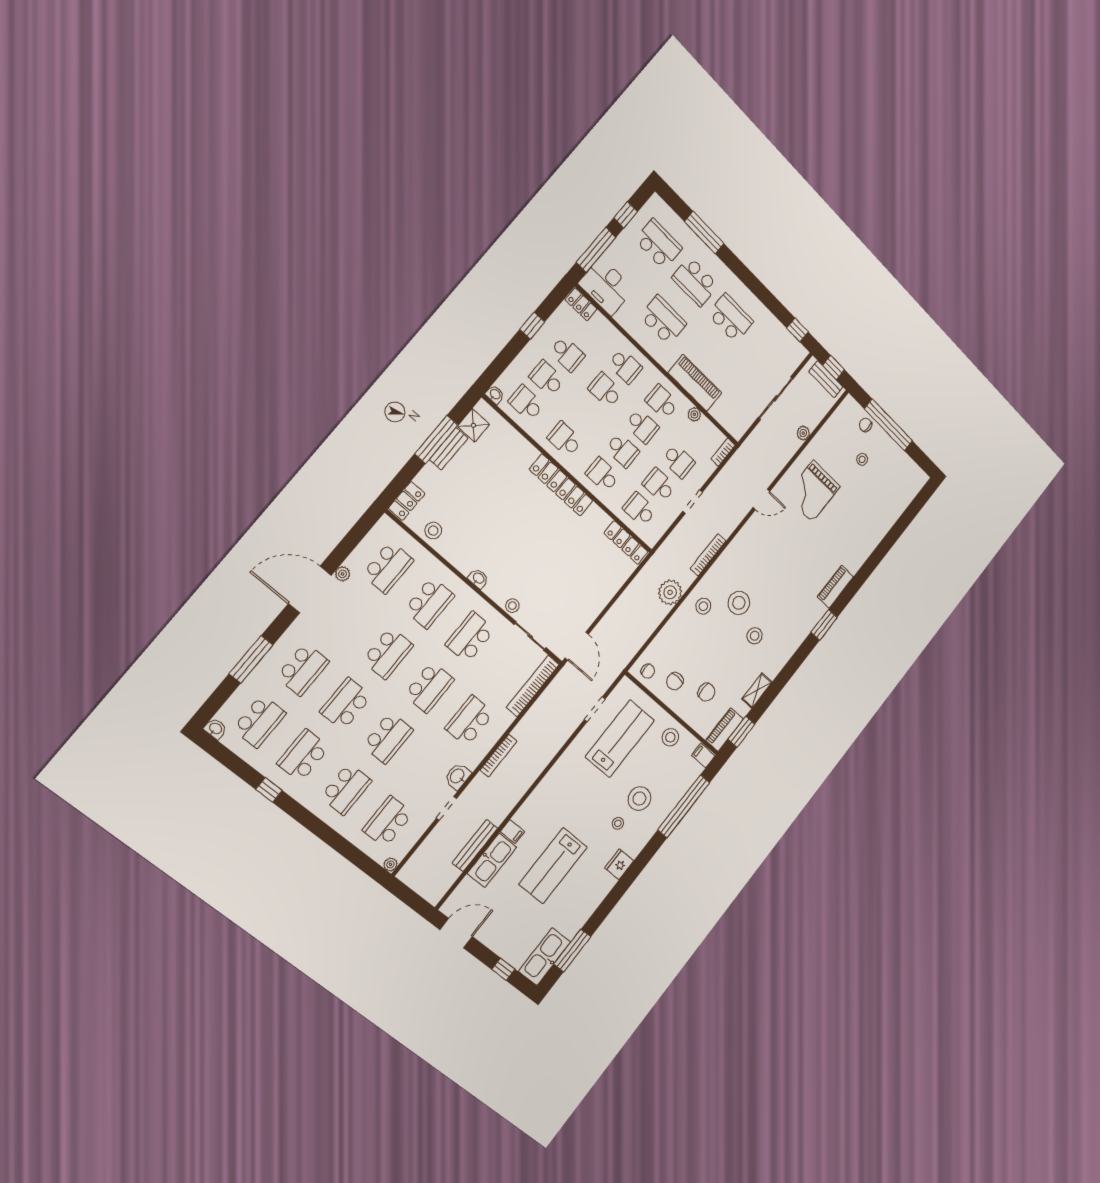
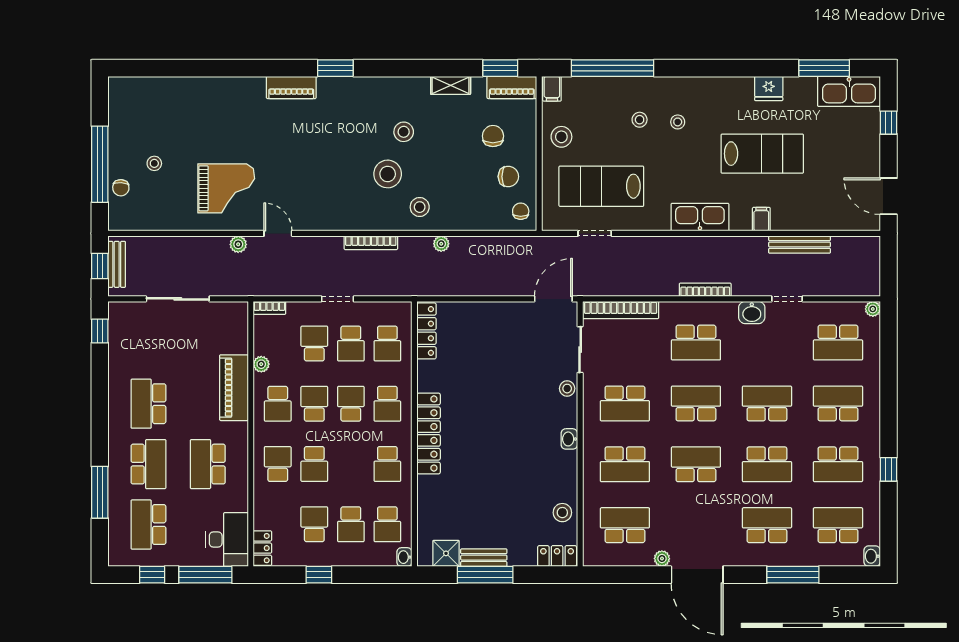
plant: (803, 433) -> (238, 244), moved
plant: (670, 592) -> (441, 244), width x0.53, depth x0.53
school desk: (429, 603) -> (625, 464), turned 180
stool: (639, 799) -> (640, 120), width x0.53, depth x0.53
kitchen sink: (492, 860) -> (700, 217), moved
fridge: (619, 864) -> (769, 88), moved

